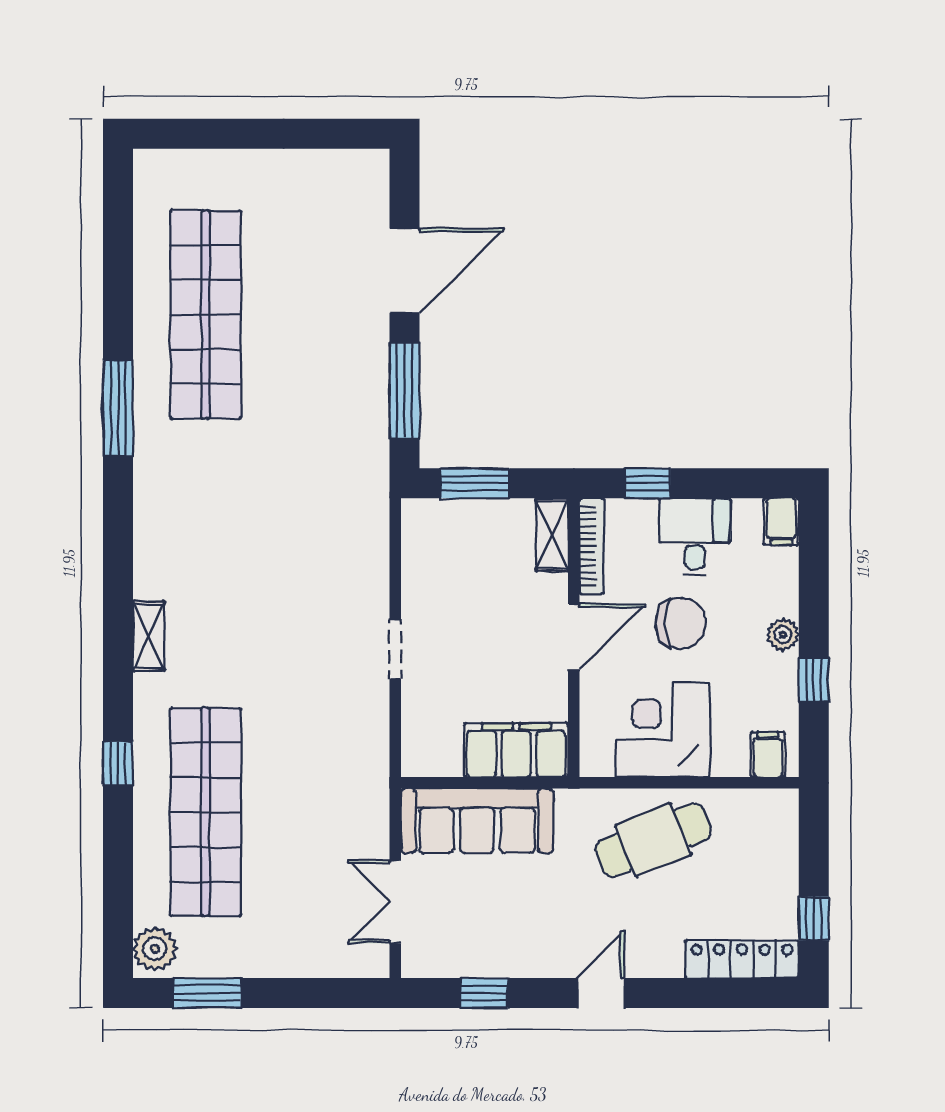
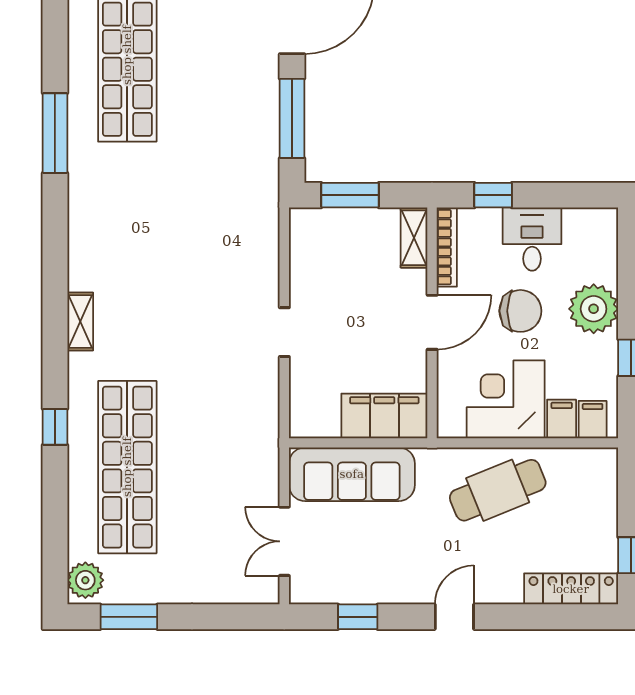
filing cabinet: (781, 522) -> (562, 419), moved, turned 180
plant: (783, 635) -> (594, 309), width x1.88, depth x1.88

